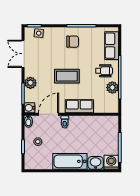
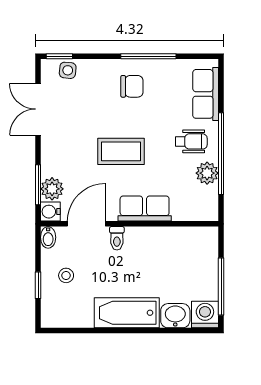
plant: (30, 83) -> (52, 189), moved

